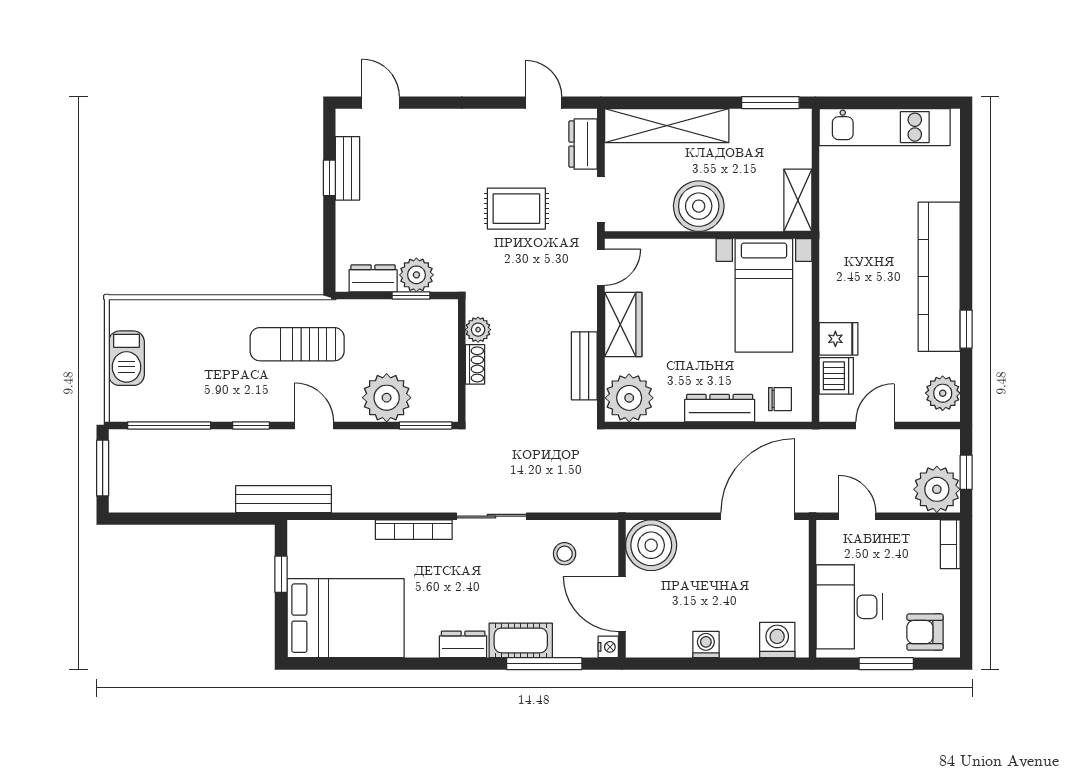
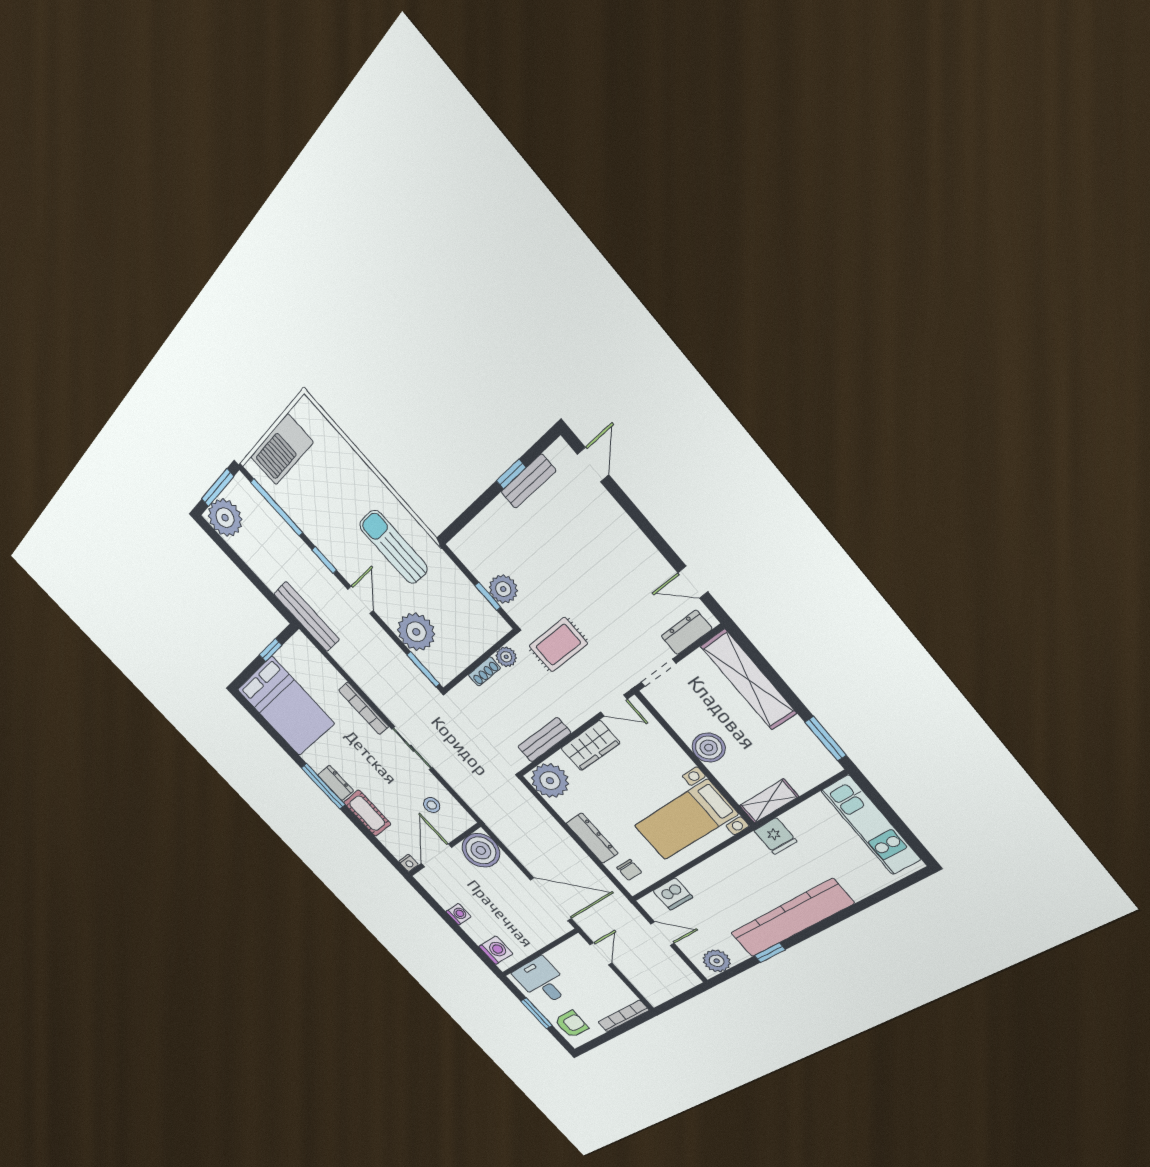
door: (544, 103) -> (693, 582), swing flipped
boiler: (699, 206) -> (709, 748), width x0.73, depth x0.73
rug: (516, 209) -> (558, 645), moved, turned 90
dresser: (373, 278) -> (476, 562), removed
fridge: (839, 339) -> (775, 836), moved
barbecue: (126, 358) -> (282, 450), width x1.37, depth x1.21
window: (966, 472) -> (680, 999), removed
plant: (937, 489) -> (225, 518), moved
bookcase: (950, 544) -> (623, 1016), width x1.56
desk: (849, 607) -> (542, 981), width x0.73
armchair: (925, 632) -> (571, 1024), turned 90
window: (544, 664) -> (323, 786), moved

